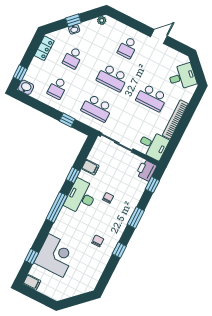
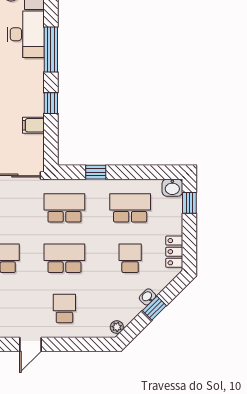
school desk: (57, 88) -> (130, 208), width x1.85
desk: (81, 197) -> (26, 34), moved

